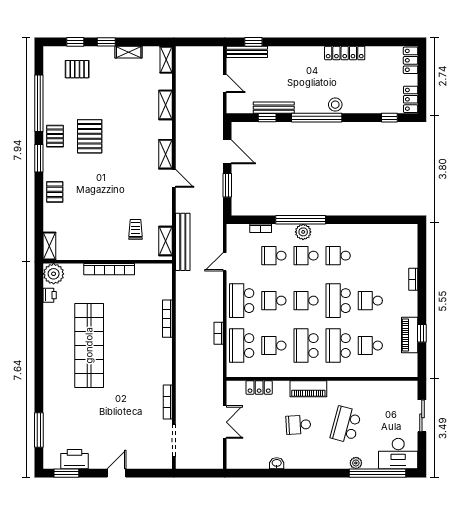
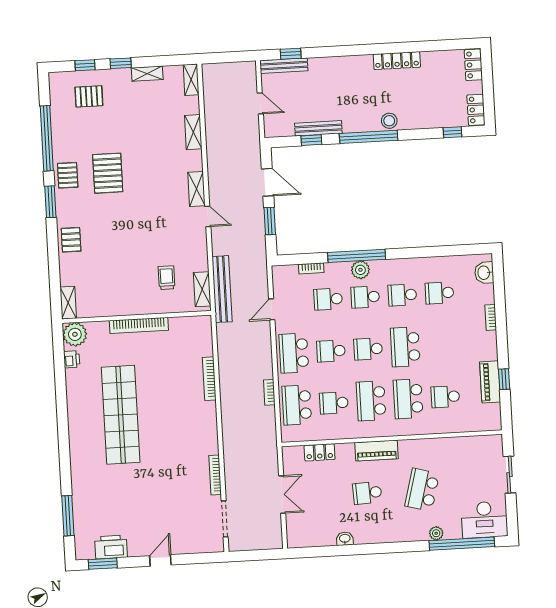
washbasin: (410, 240) -> (484, 273), added
school desk: (370, 301) -> (439, 293), moved

